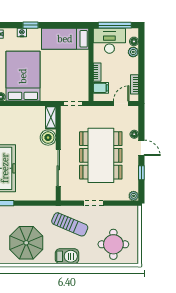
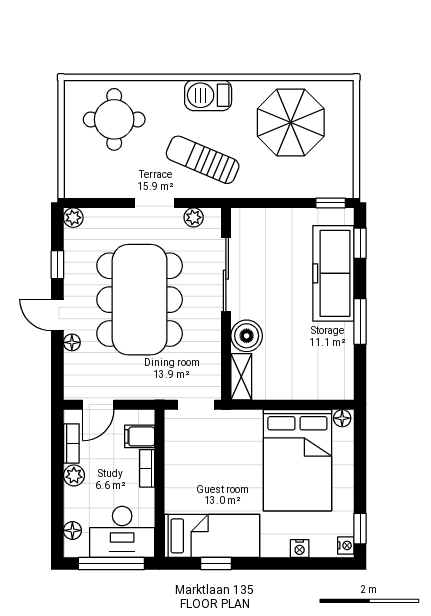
window: (30, 25) -> (216, 563), moved
plant: (133, 52) -> (74, 475), moved
plant: (74, 196) -> (194, 217), added

